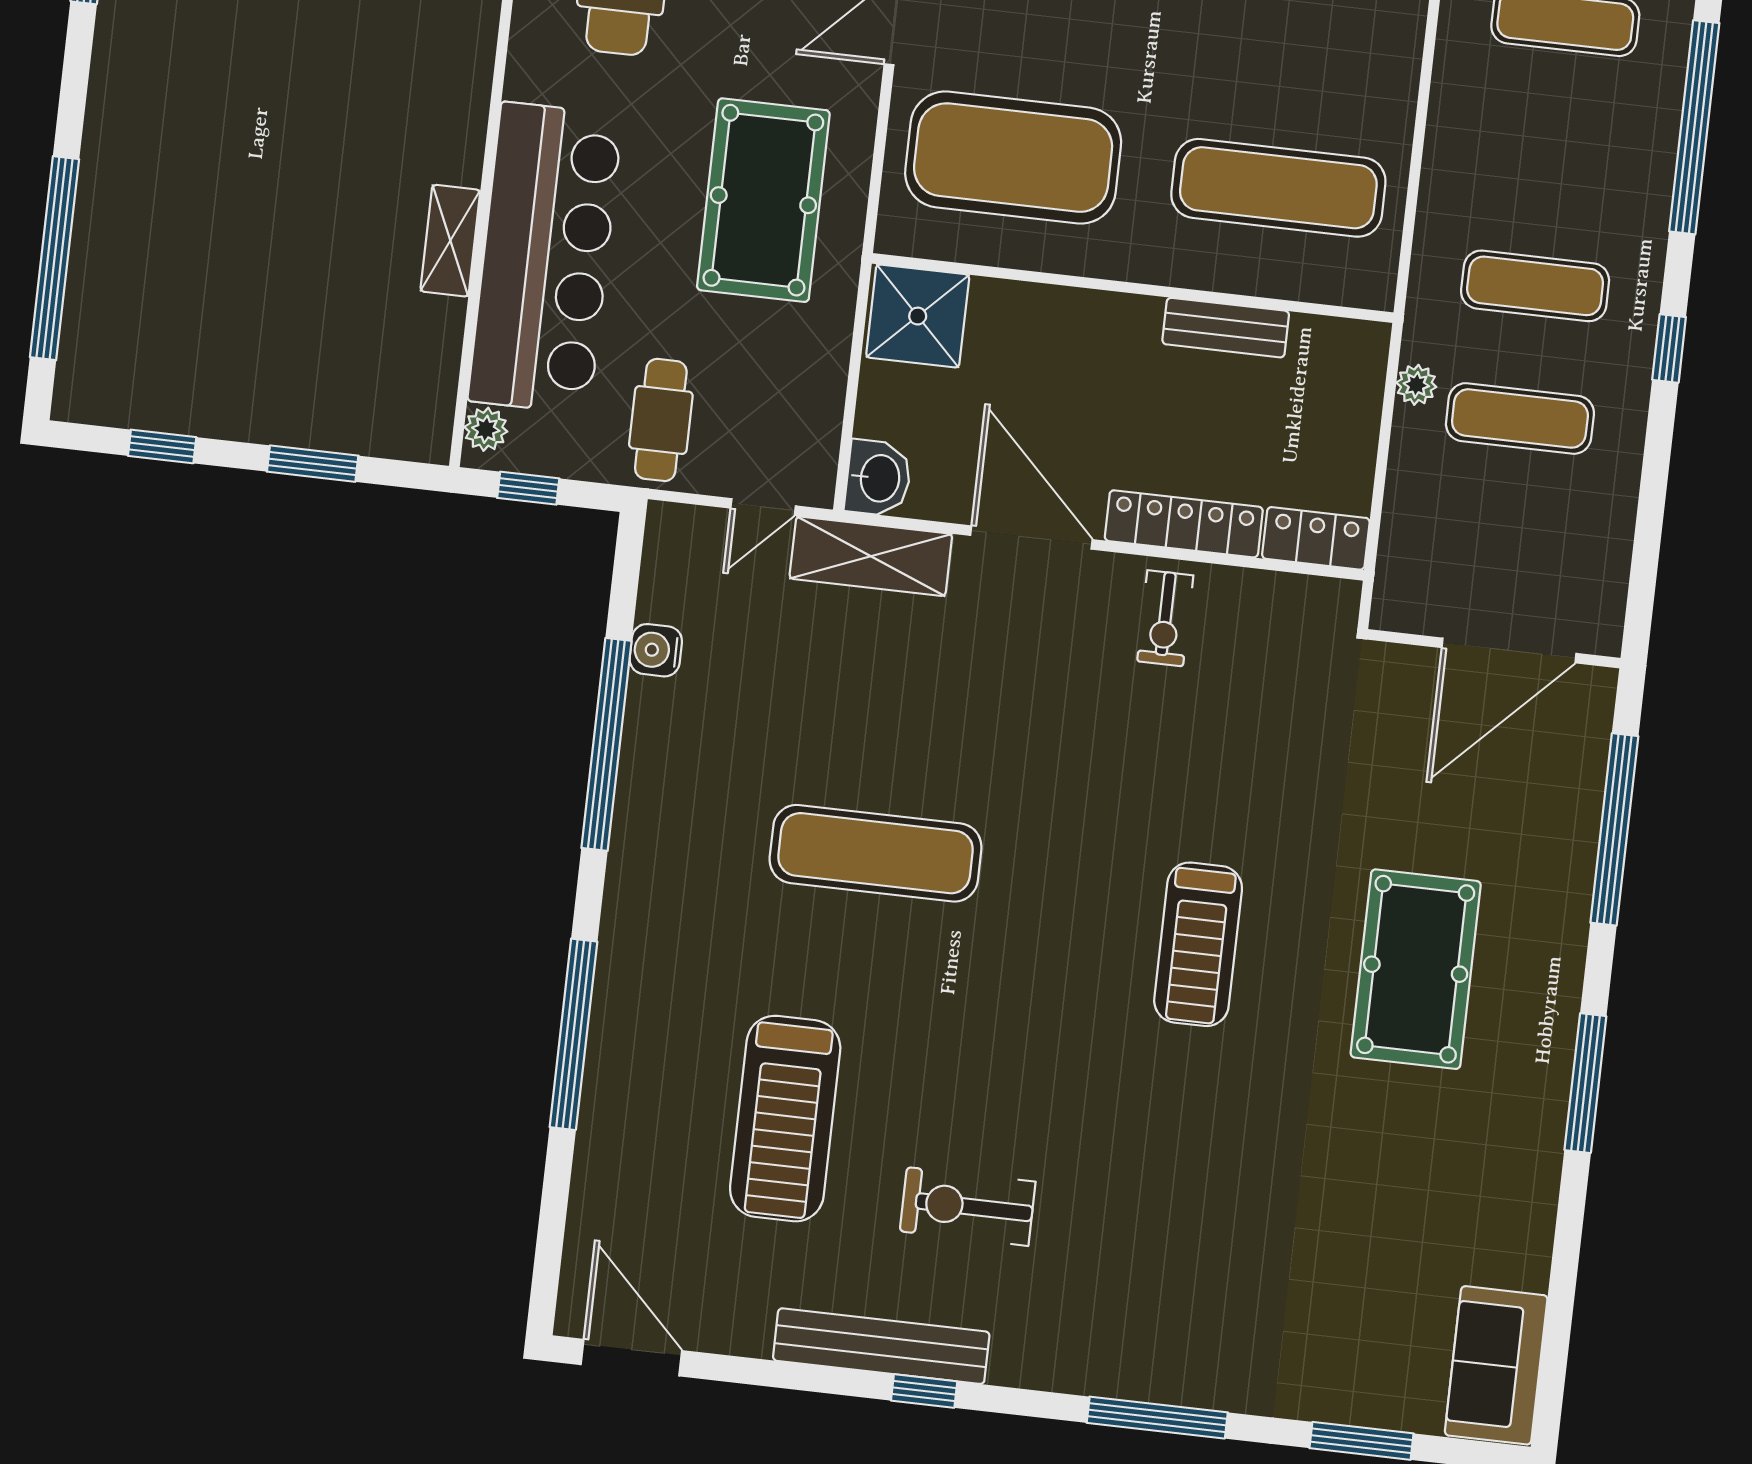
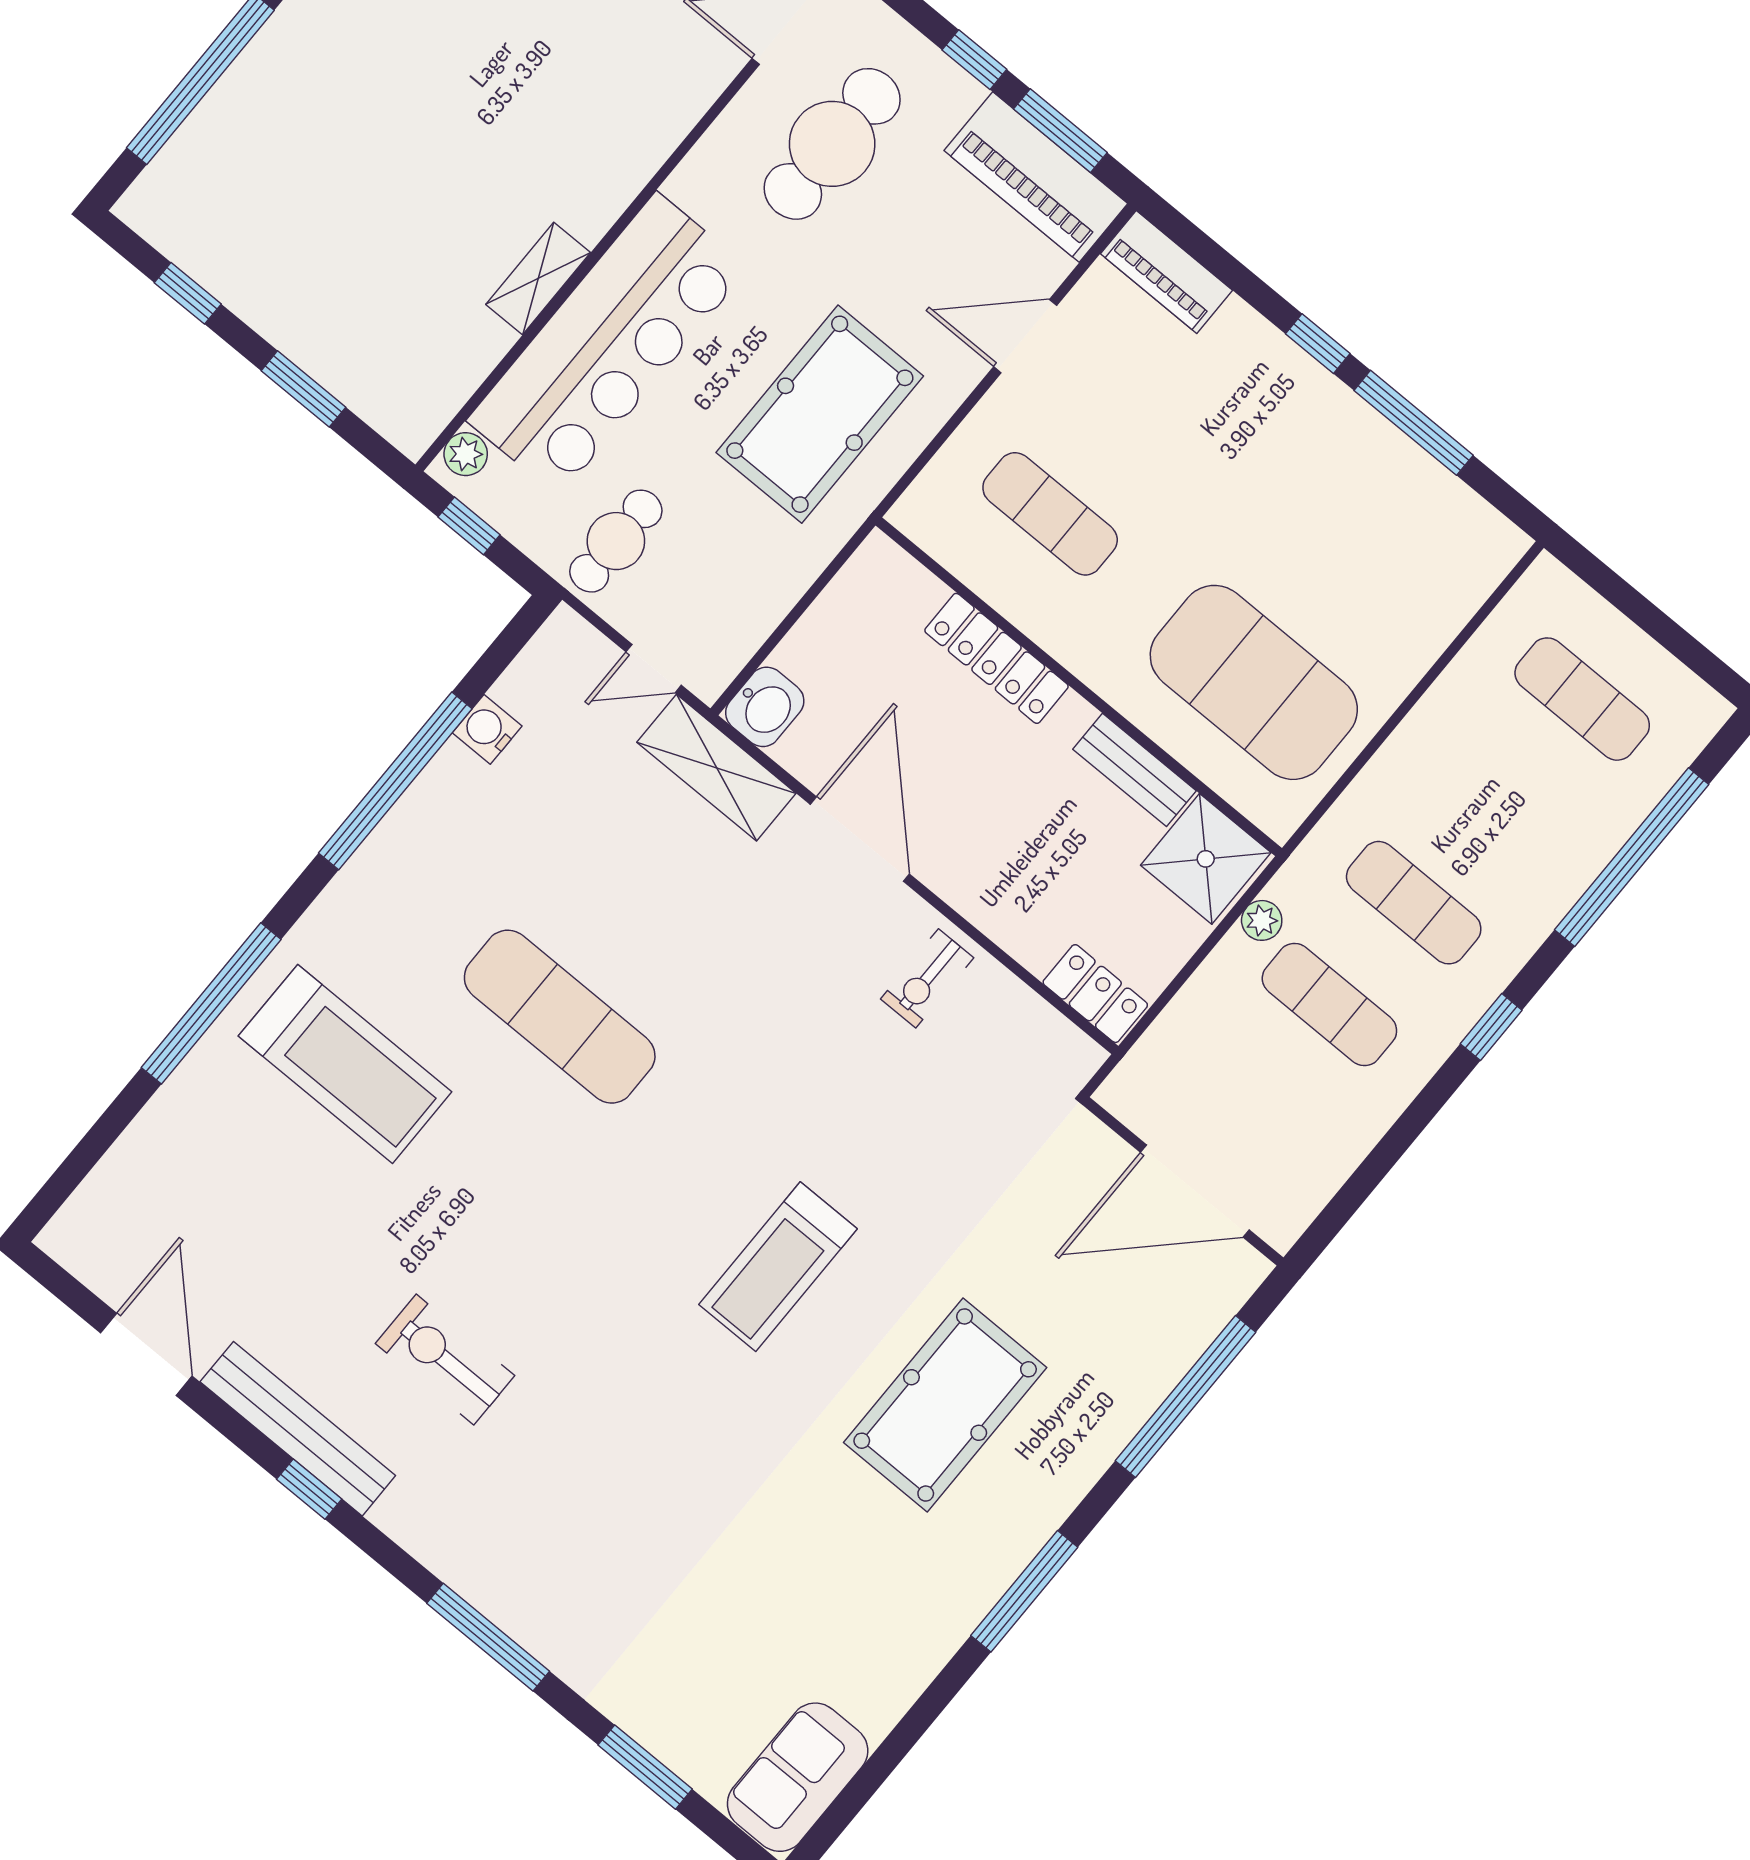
exercise mat: (1013, 158) -> (1050, 514), width x0.50, depth x0.69
exercise mat: (1278, 188) -> (1254, 682), width x1.47
shower: (918, 316) -> (1206, 859), moved
locker: (1184, 524) -> (997, 658), moved, turned 180
treadmill: (785, 1119) -> (345, 1064), moved, turned -90
door: (631, 1358) -> (146, 1354), moved

